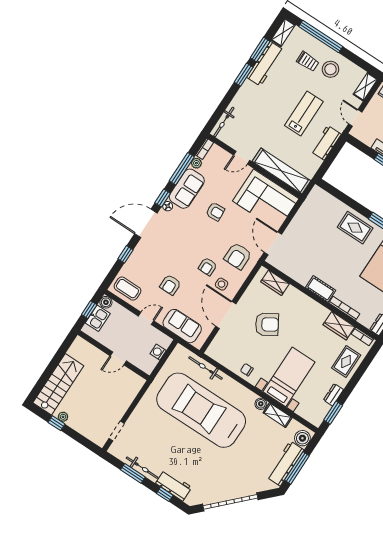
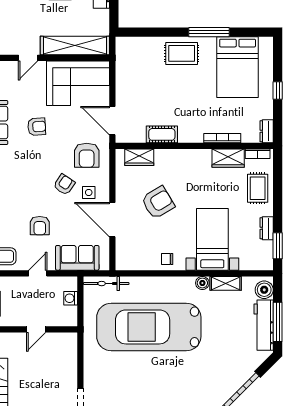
armchair: (208, 267) -> (64, 184), turned -146
cot: (321, 289) -> (162, 134), moved
bicycle: (206, 368) -> (106, 284), moved

